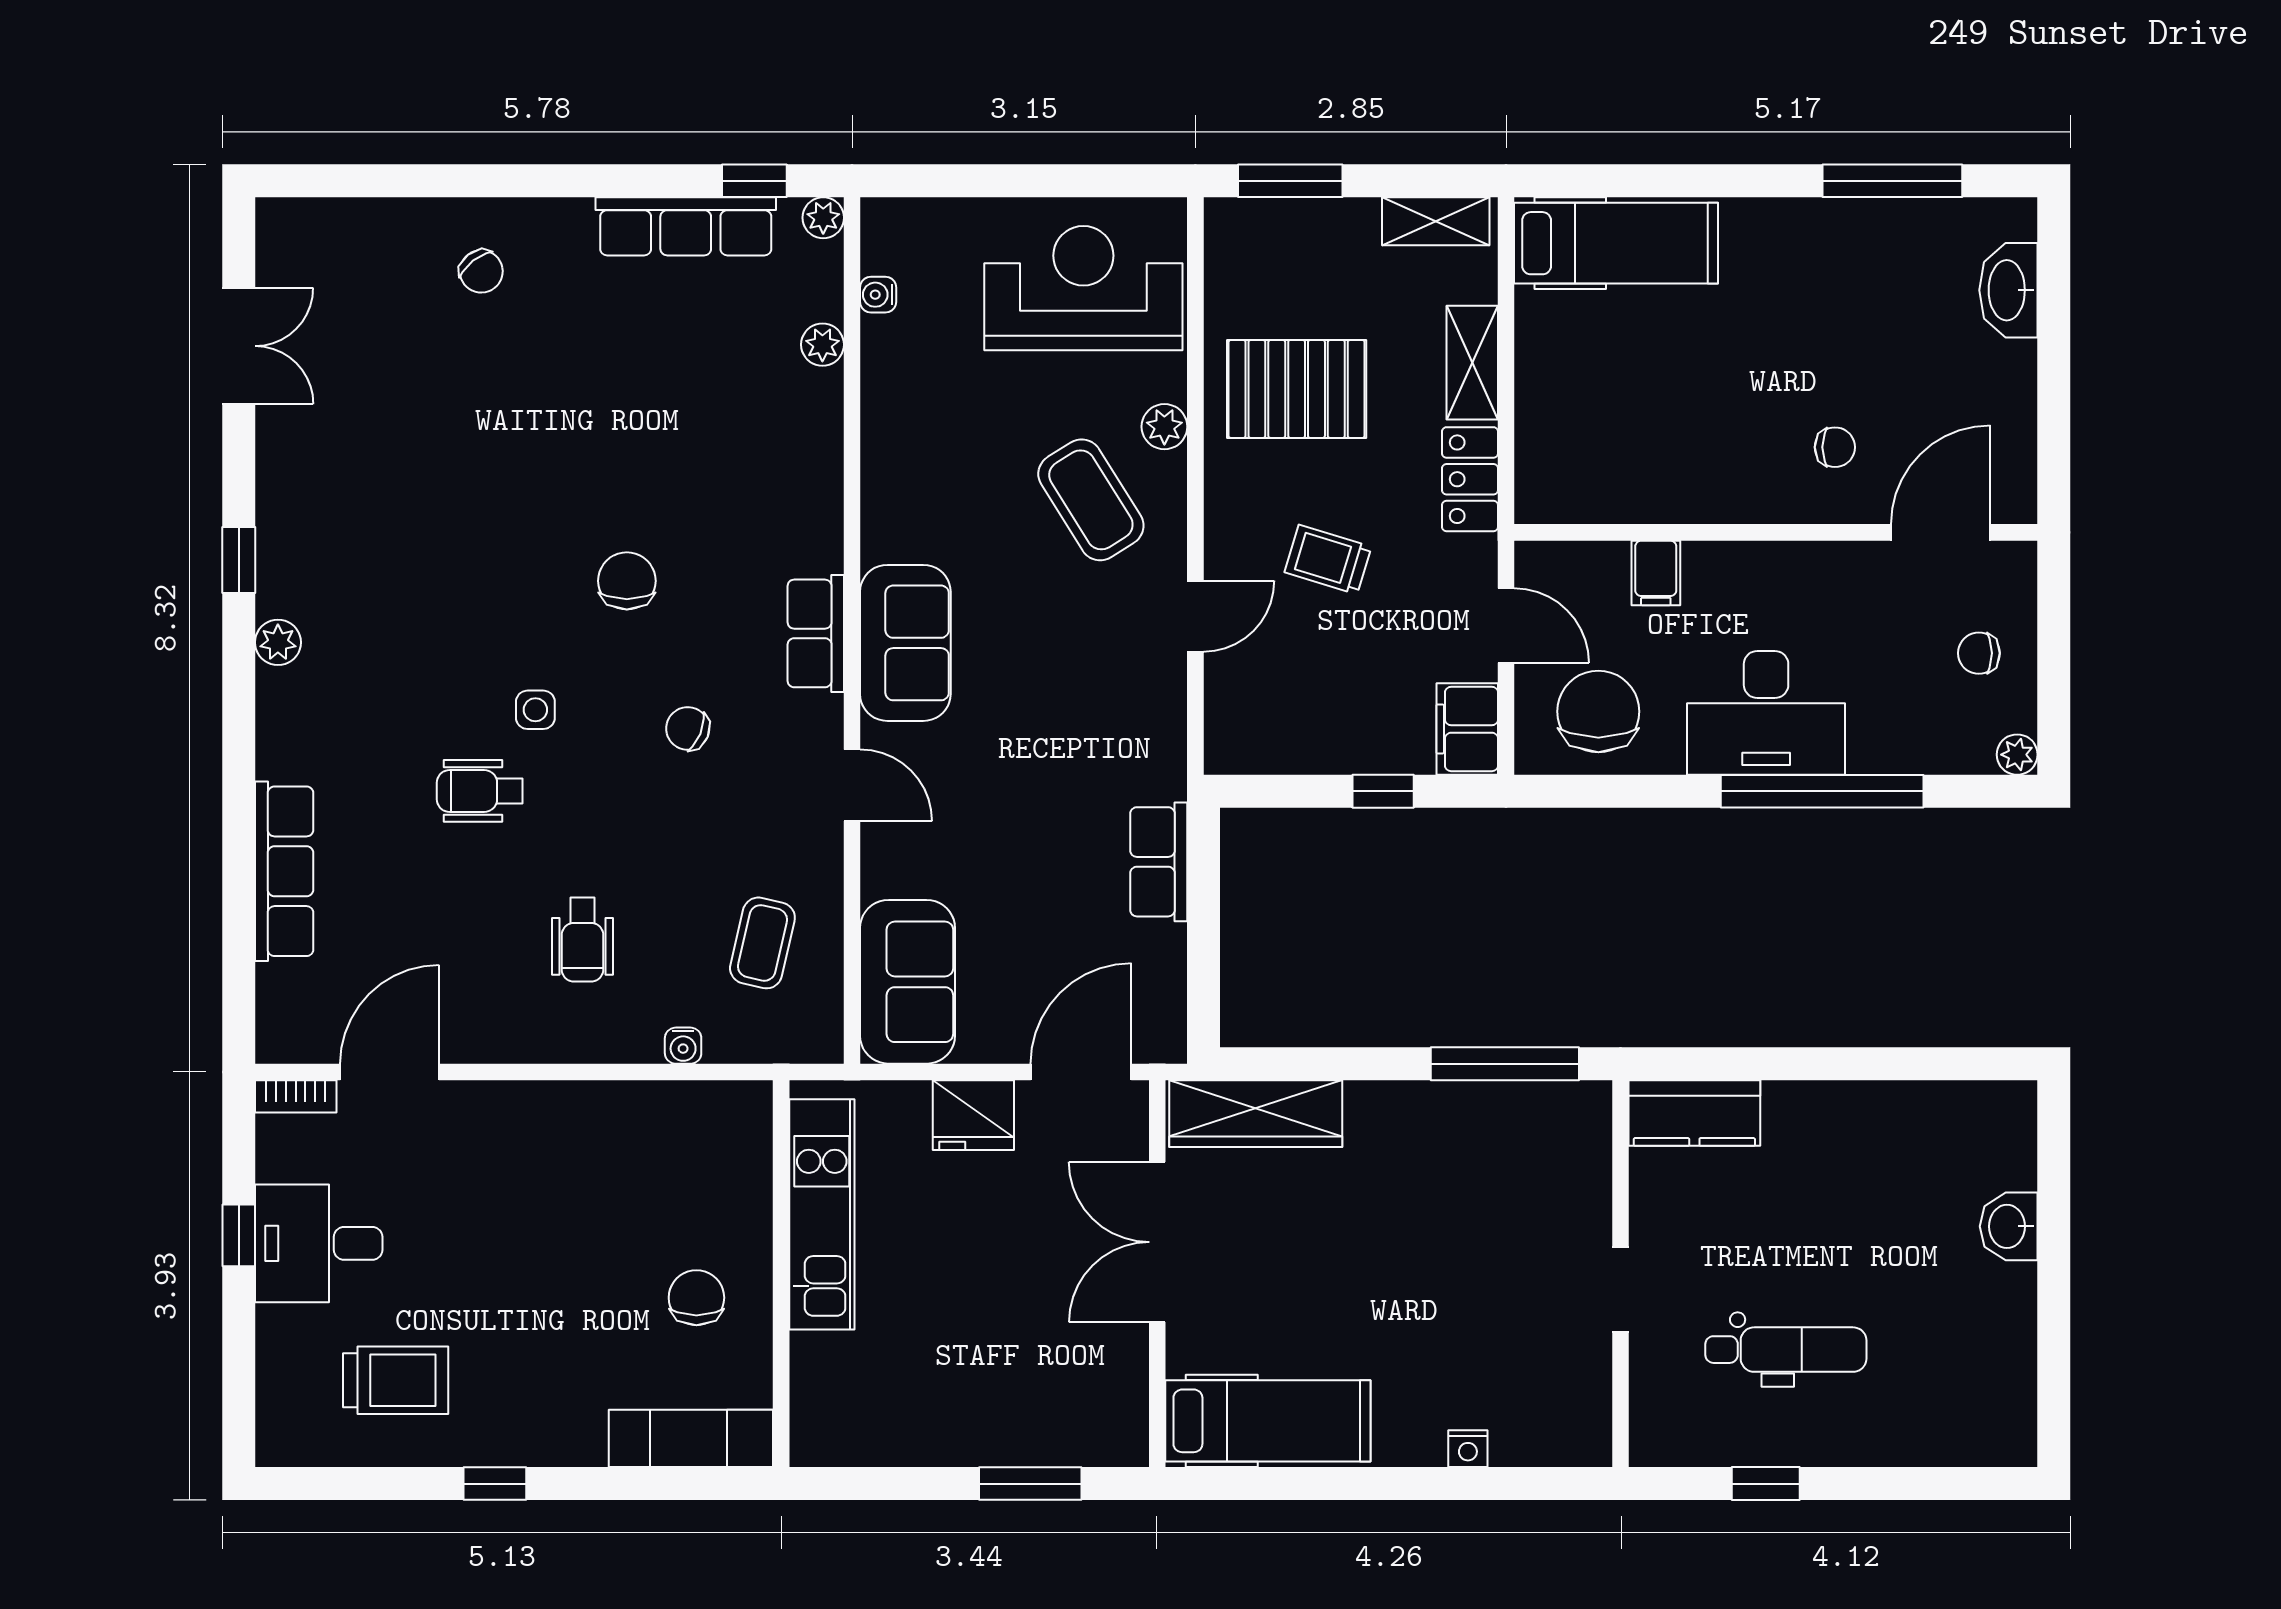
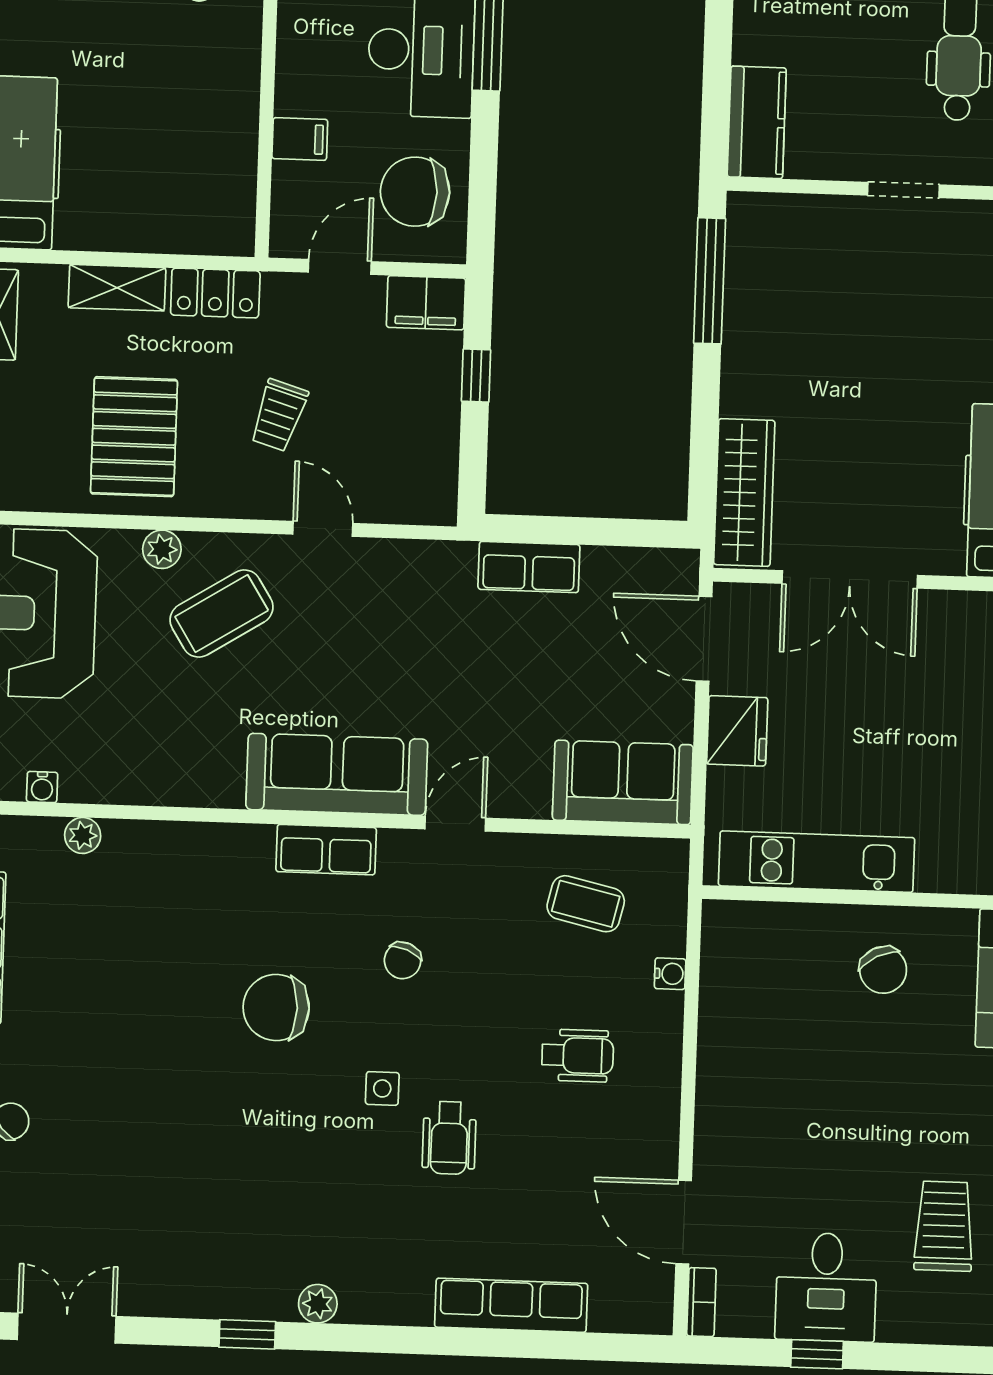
chair: (627, 581) -> (276, 1007), width x1.37, depth x1.37
sofa: (905, 643) -> (337, 774), width x1.36
chair: (696, 1298) -> (883, 970), turned -117

